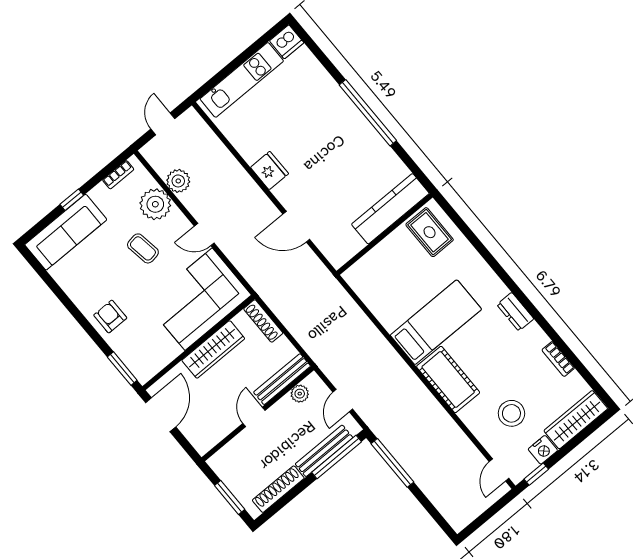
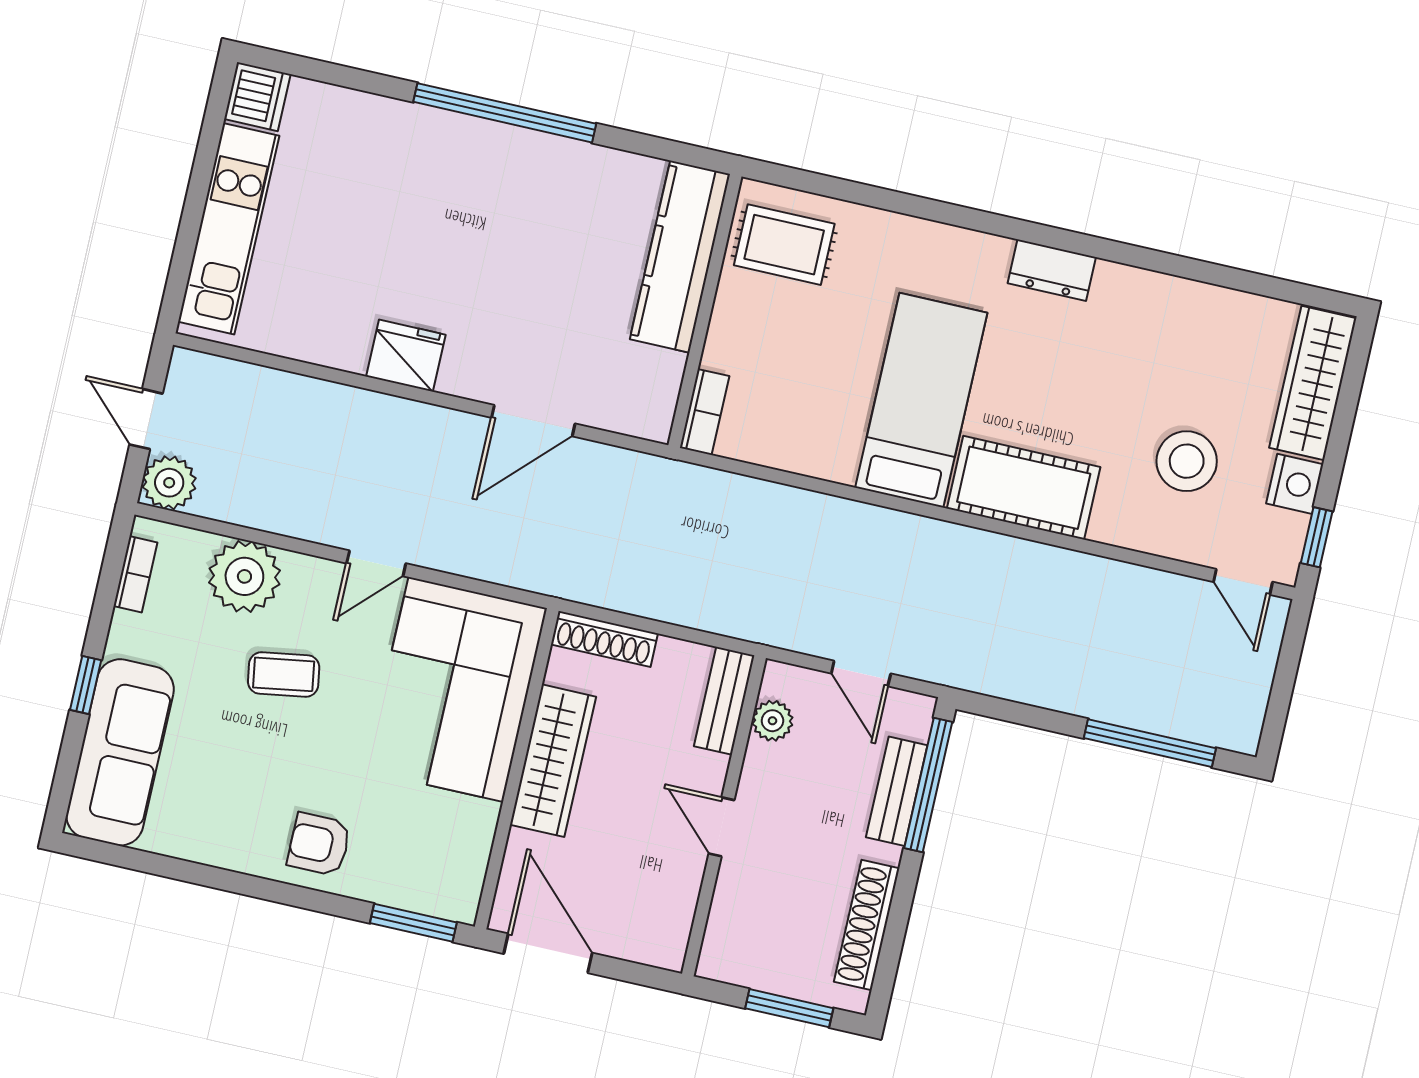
plant: (178, 181) -> (169, 483), moved
bookcase: (558, 359) -> (705, 412), moved, turned -90
bench: (282, 379) -> (724, 701), width x0.73
bench: (324, 451) -> (897, 791), width x0.73
window: (392, 463) -> (1150, 743), moved

